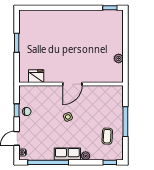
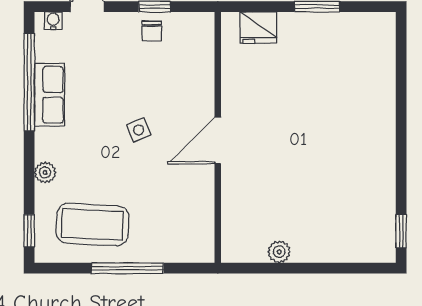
fridge: (36, 76) -> (258, 28), moved, turned 90
door: (72, 84) -> (218, 141), hinge flipped
coffee table: (107, 136) -> (92, 224), width x1.86, depth x1.72
row of seats: (67, 154) -> (49, 95), moved

